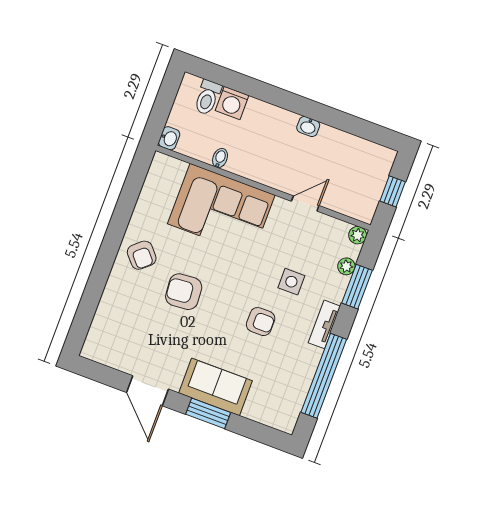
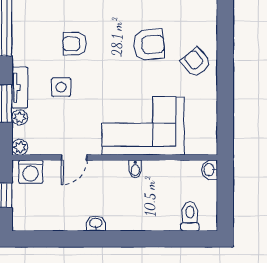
washing machine: (232, 103) -> (31, 172), moved, turned 180
bidet: (220, 158) -> (135, 169), moved
tv unit: (324, 324) -> (20, 88), moved

